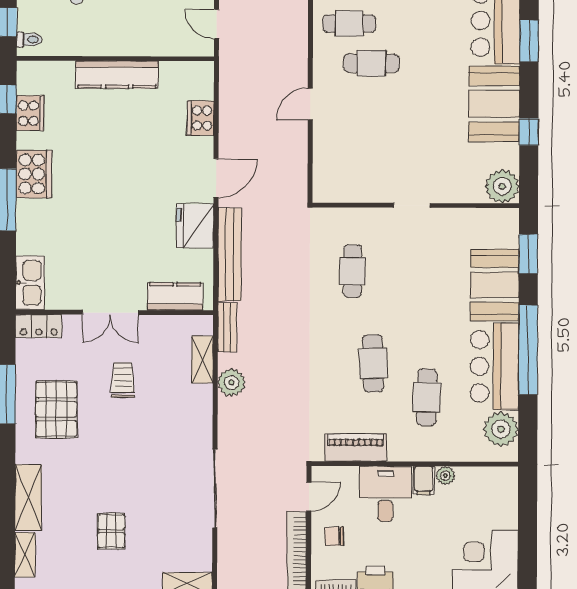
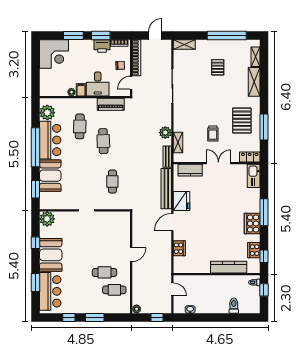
kitchen counter: (117, 75) -> (229, 267), moved

